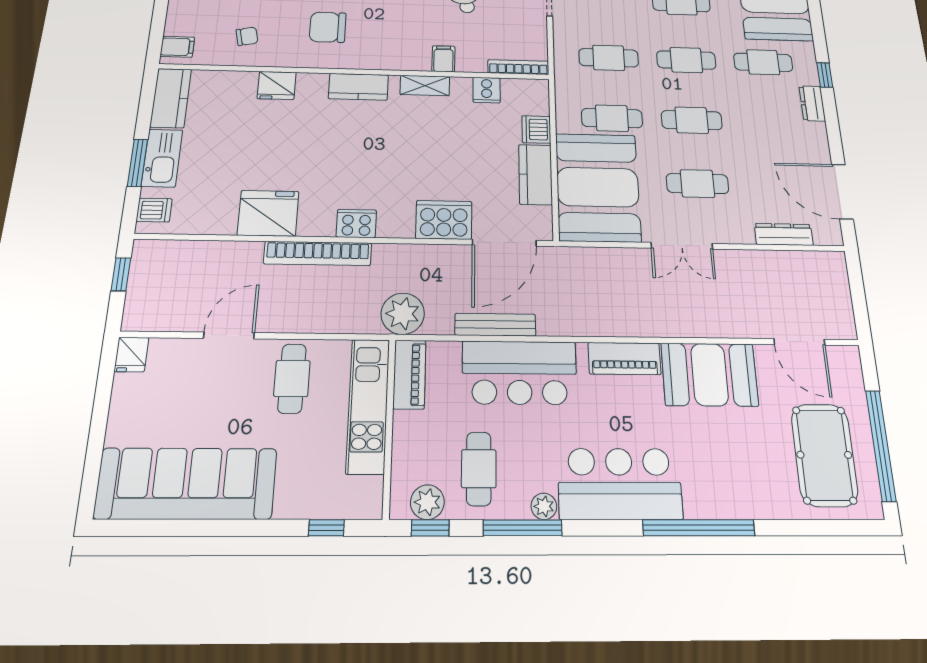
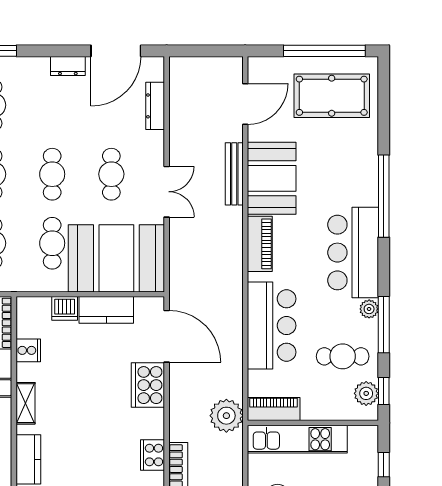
dresser: (812, 103) -> (68, 66), moved
bench: (495, 325) -> (234, 174), moved

